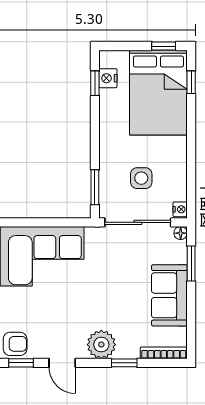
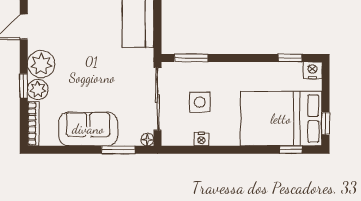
nightstand: (108, 78) -> (313, 70), moved
nightstand: (180, 209) -> (201, 139), moved
plant: (128, 348) -> (38, 90), added

